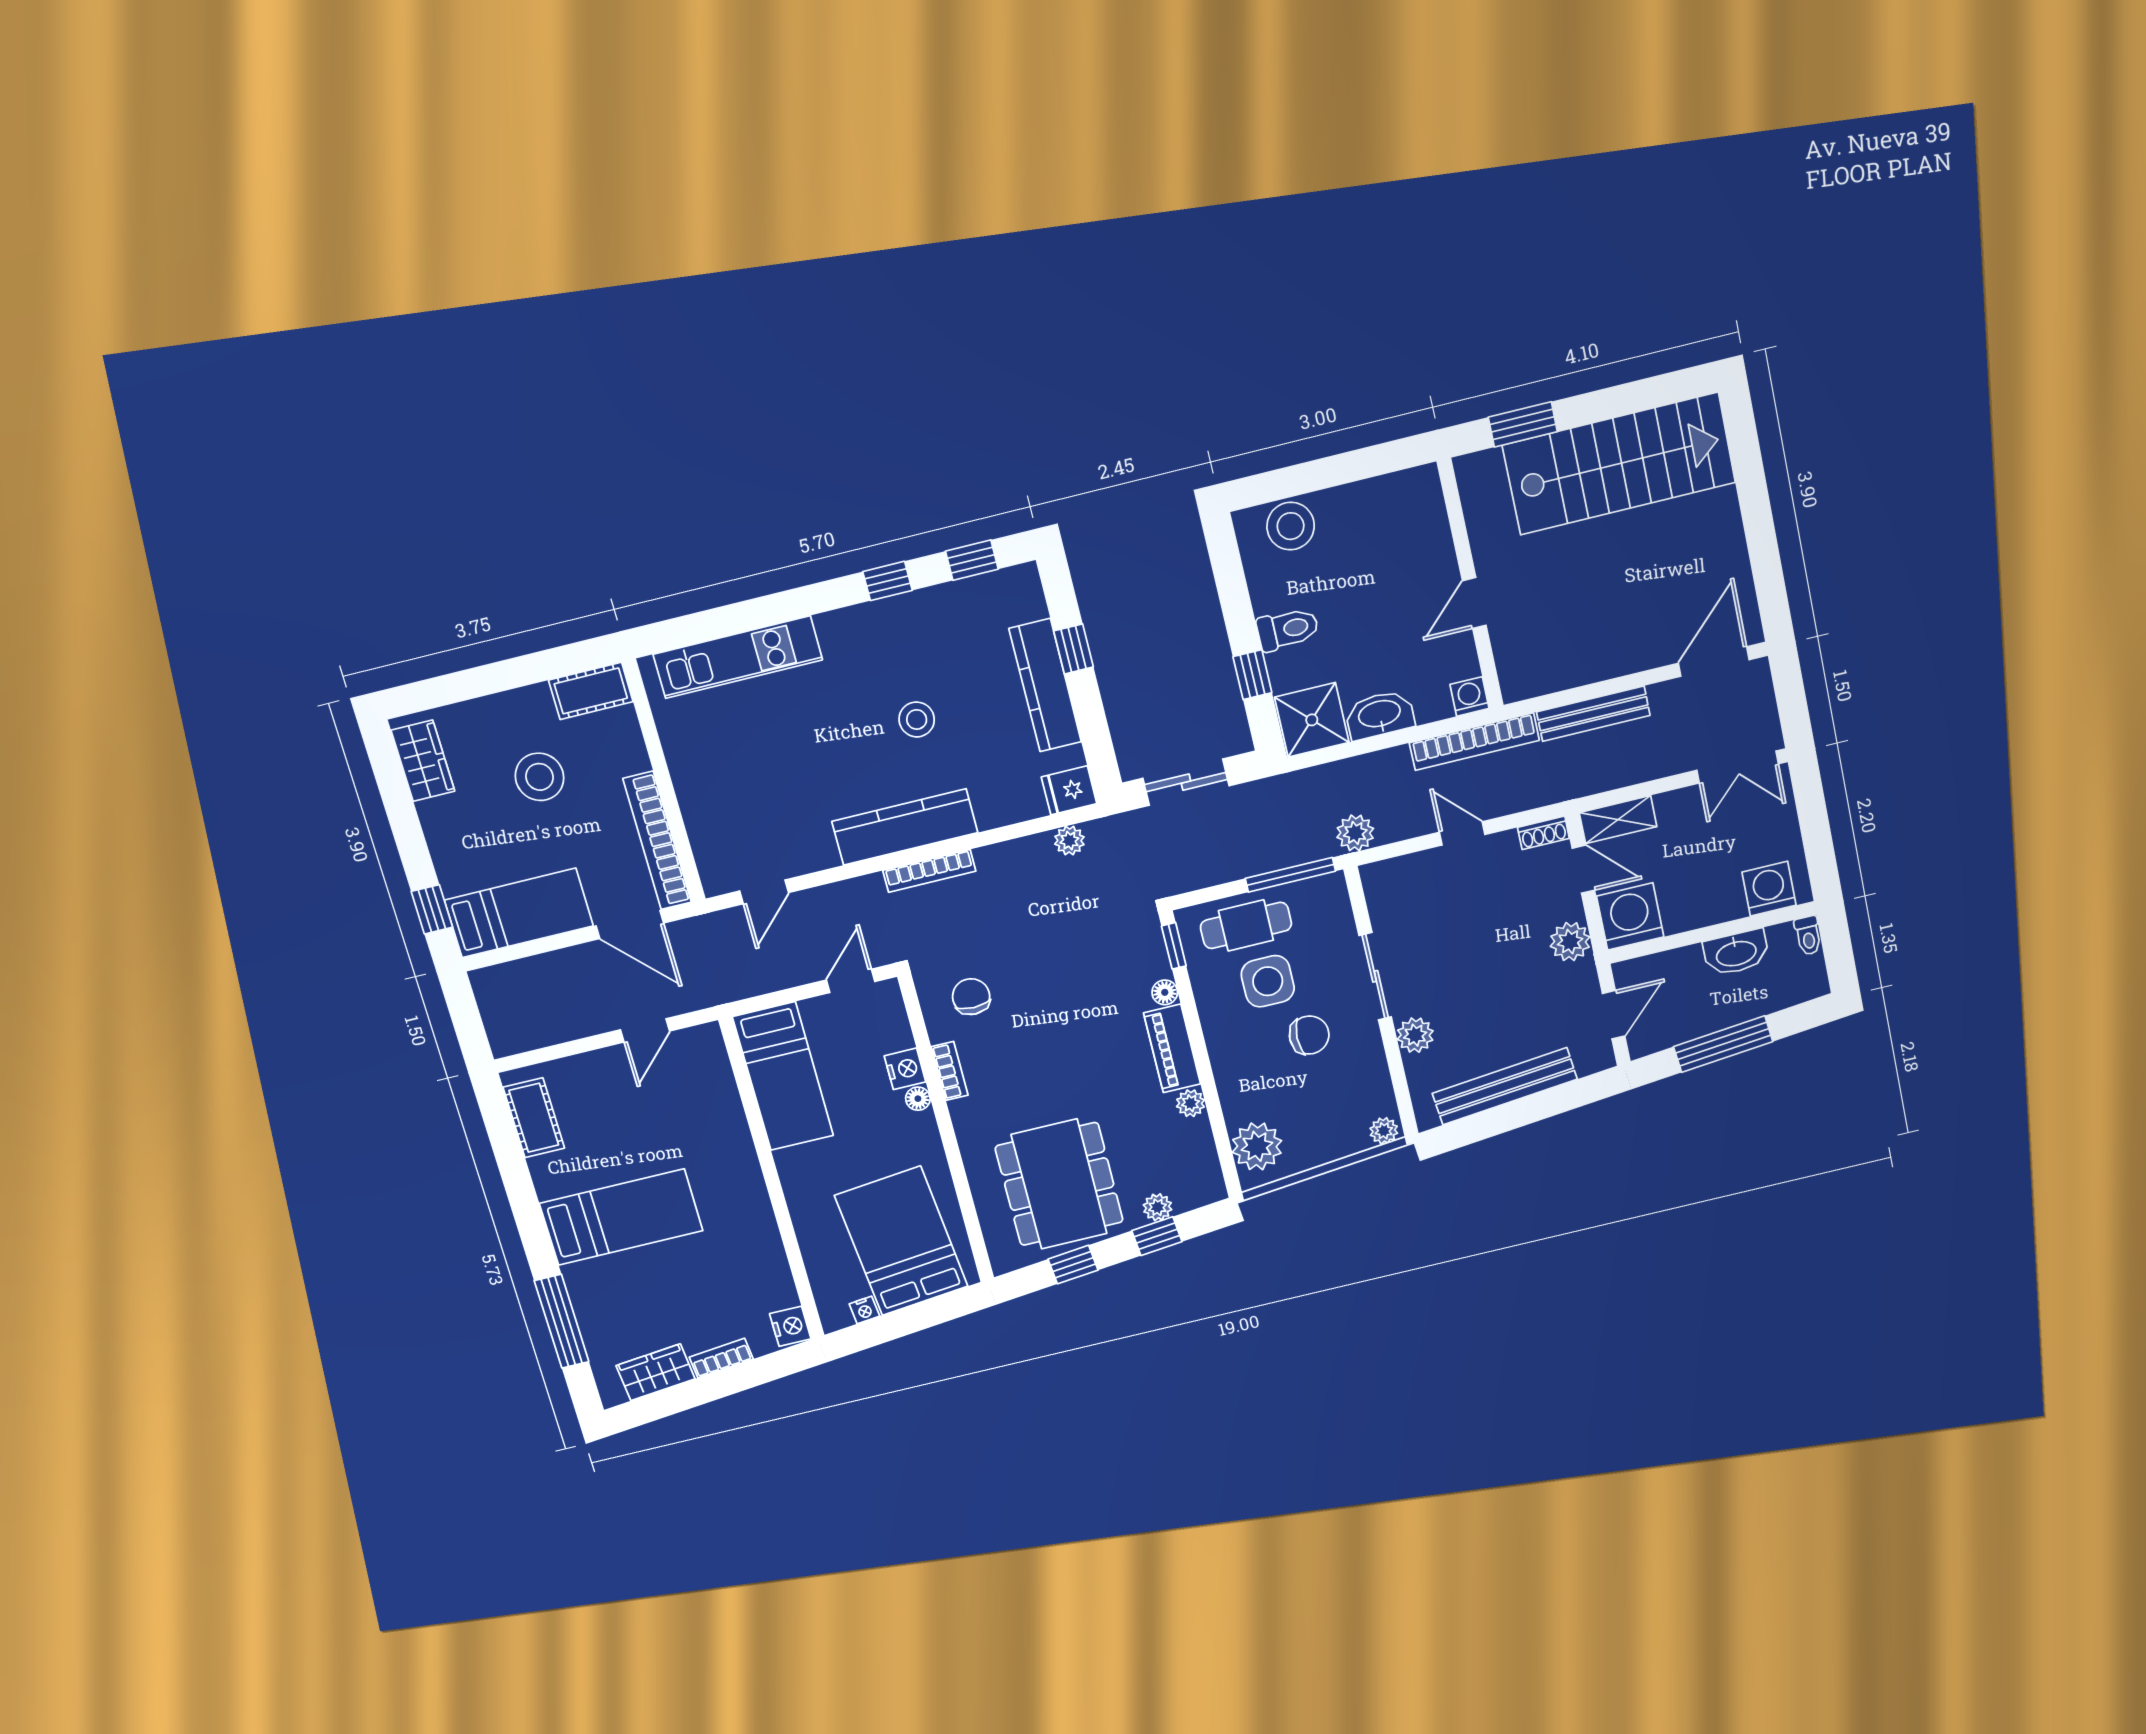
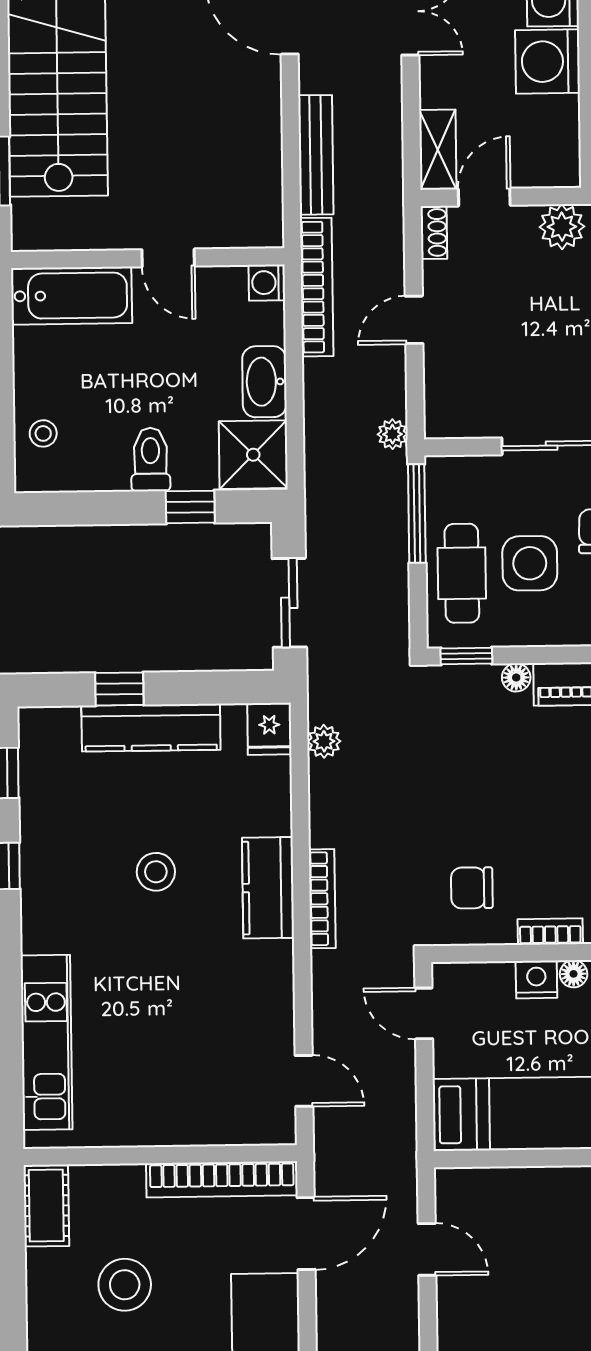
bathtub: (1422, 523) -> (72, 296), added
stool: (1291, 526) -> (43, 433), width x0.53, depth x0.53
kitchen counter: (905, 827) -> (268, 888), width x0.67
plant: (1355, 833) -> (393, 434), width x0.73, depth x0.73
washing machine: (1630, 916) -> (548, 62), moved

